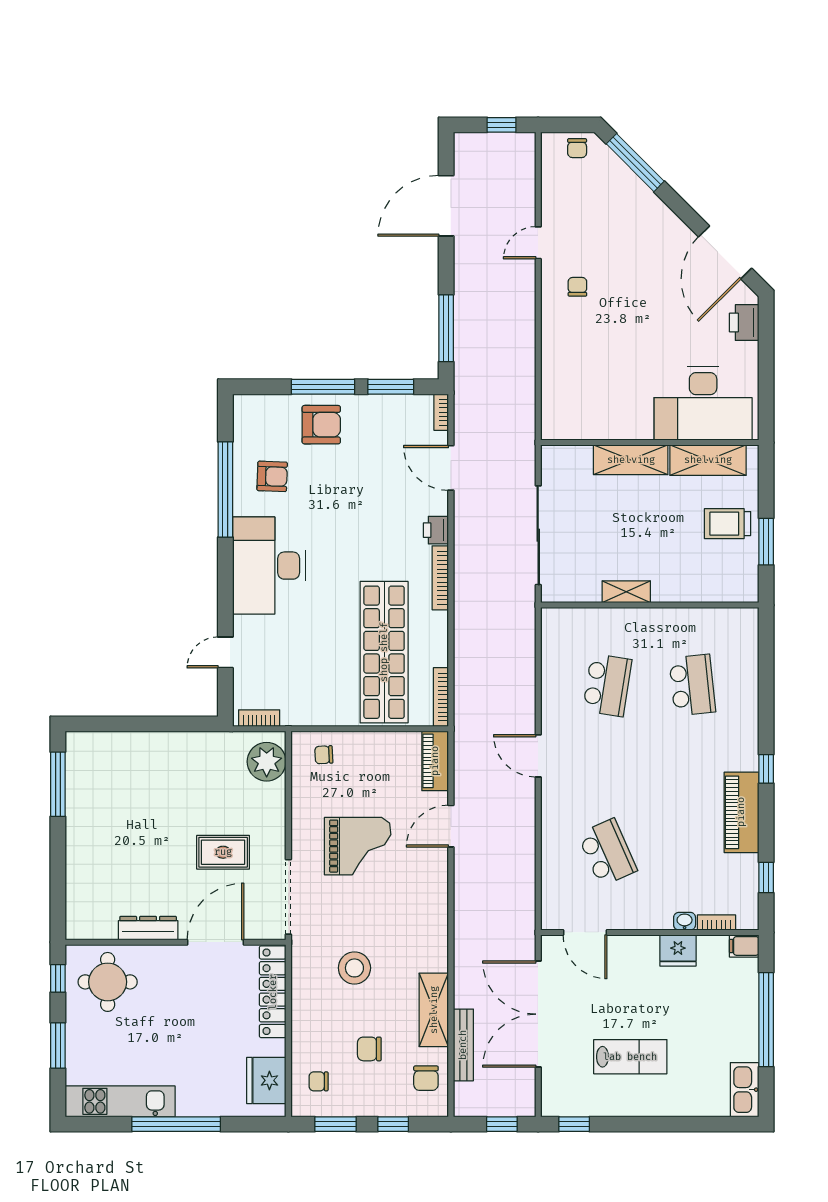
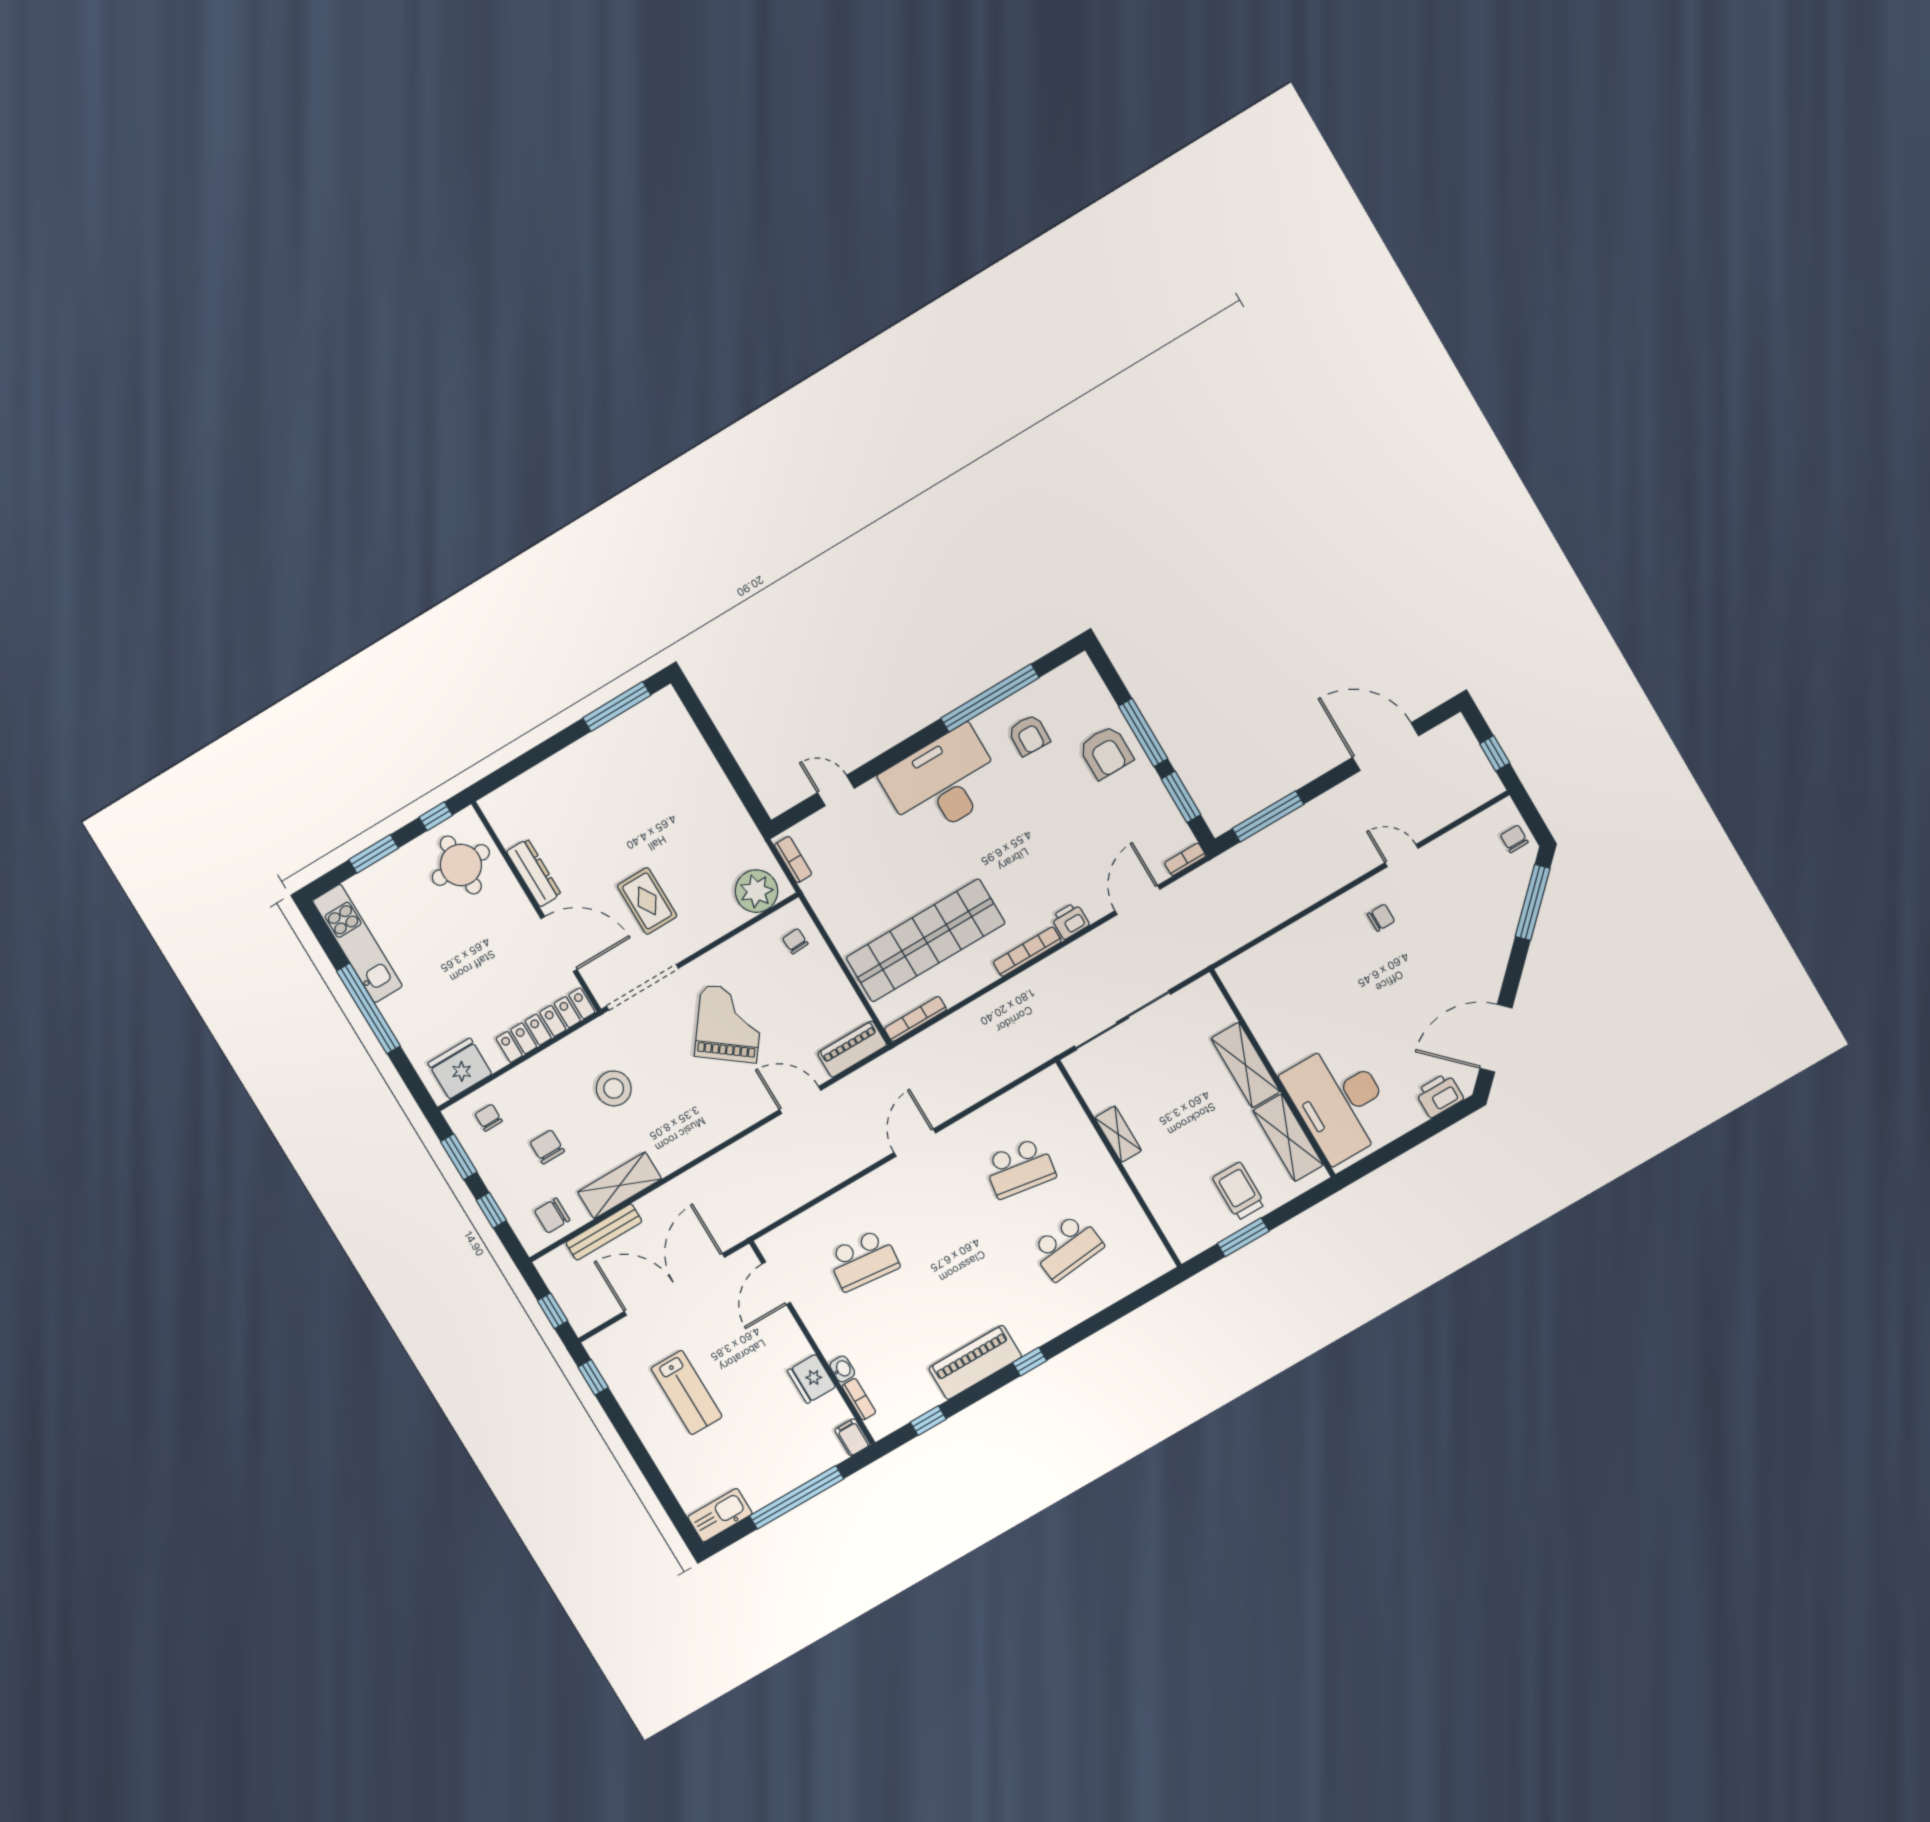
chair: (577, 148) -> (1514, 839), turned 90
grand piano: (358, 846) -> (729, 1024), turned -143
school desk: (607, 852) -> (863, 1260), turned 30

